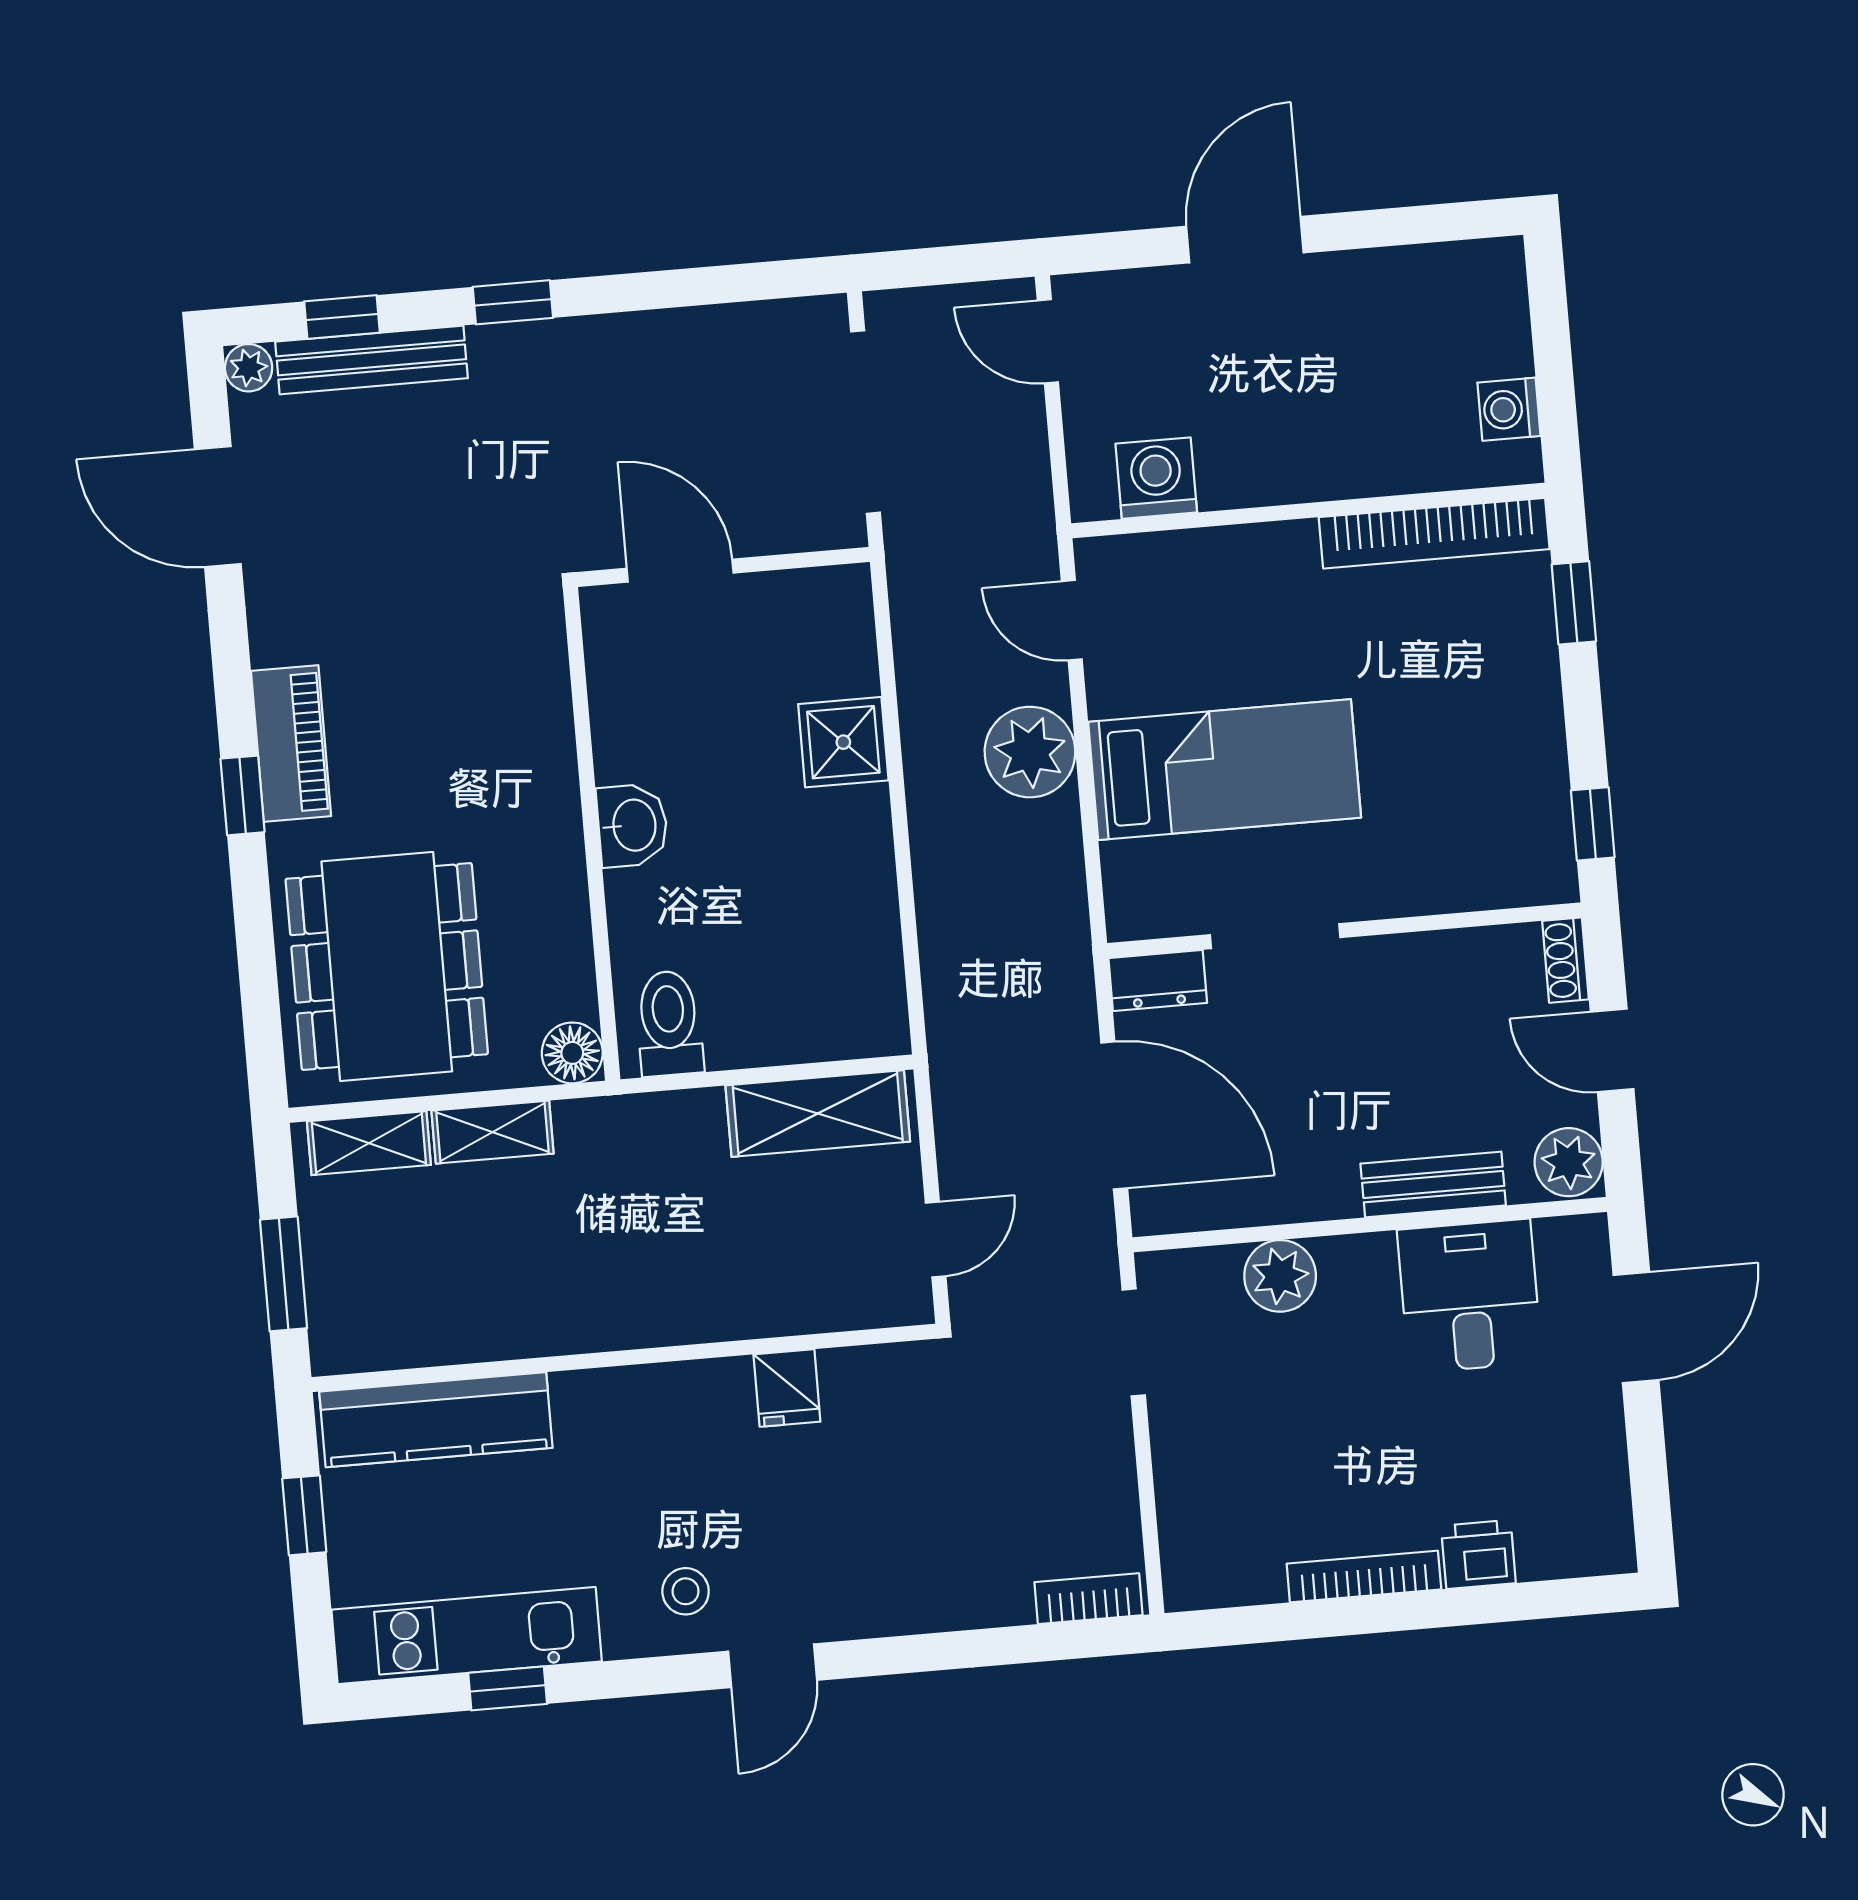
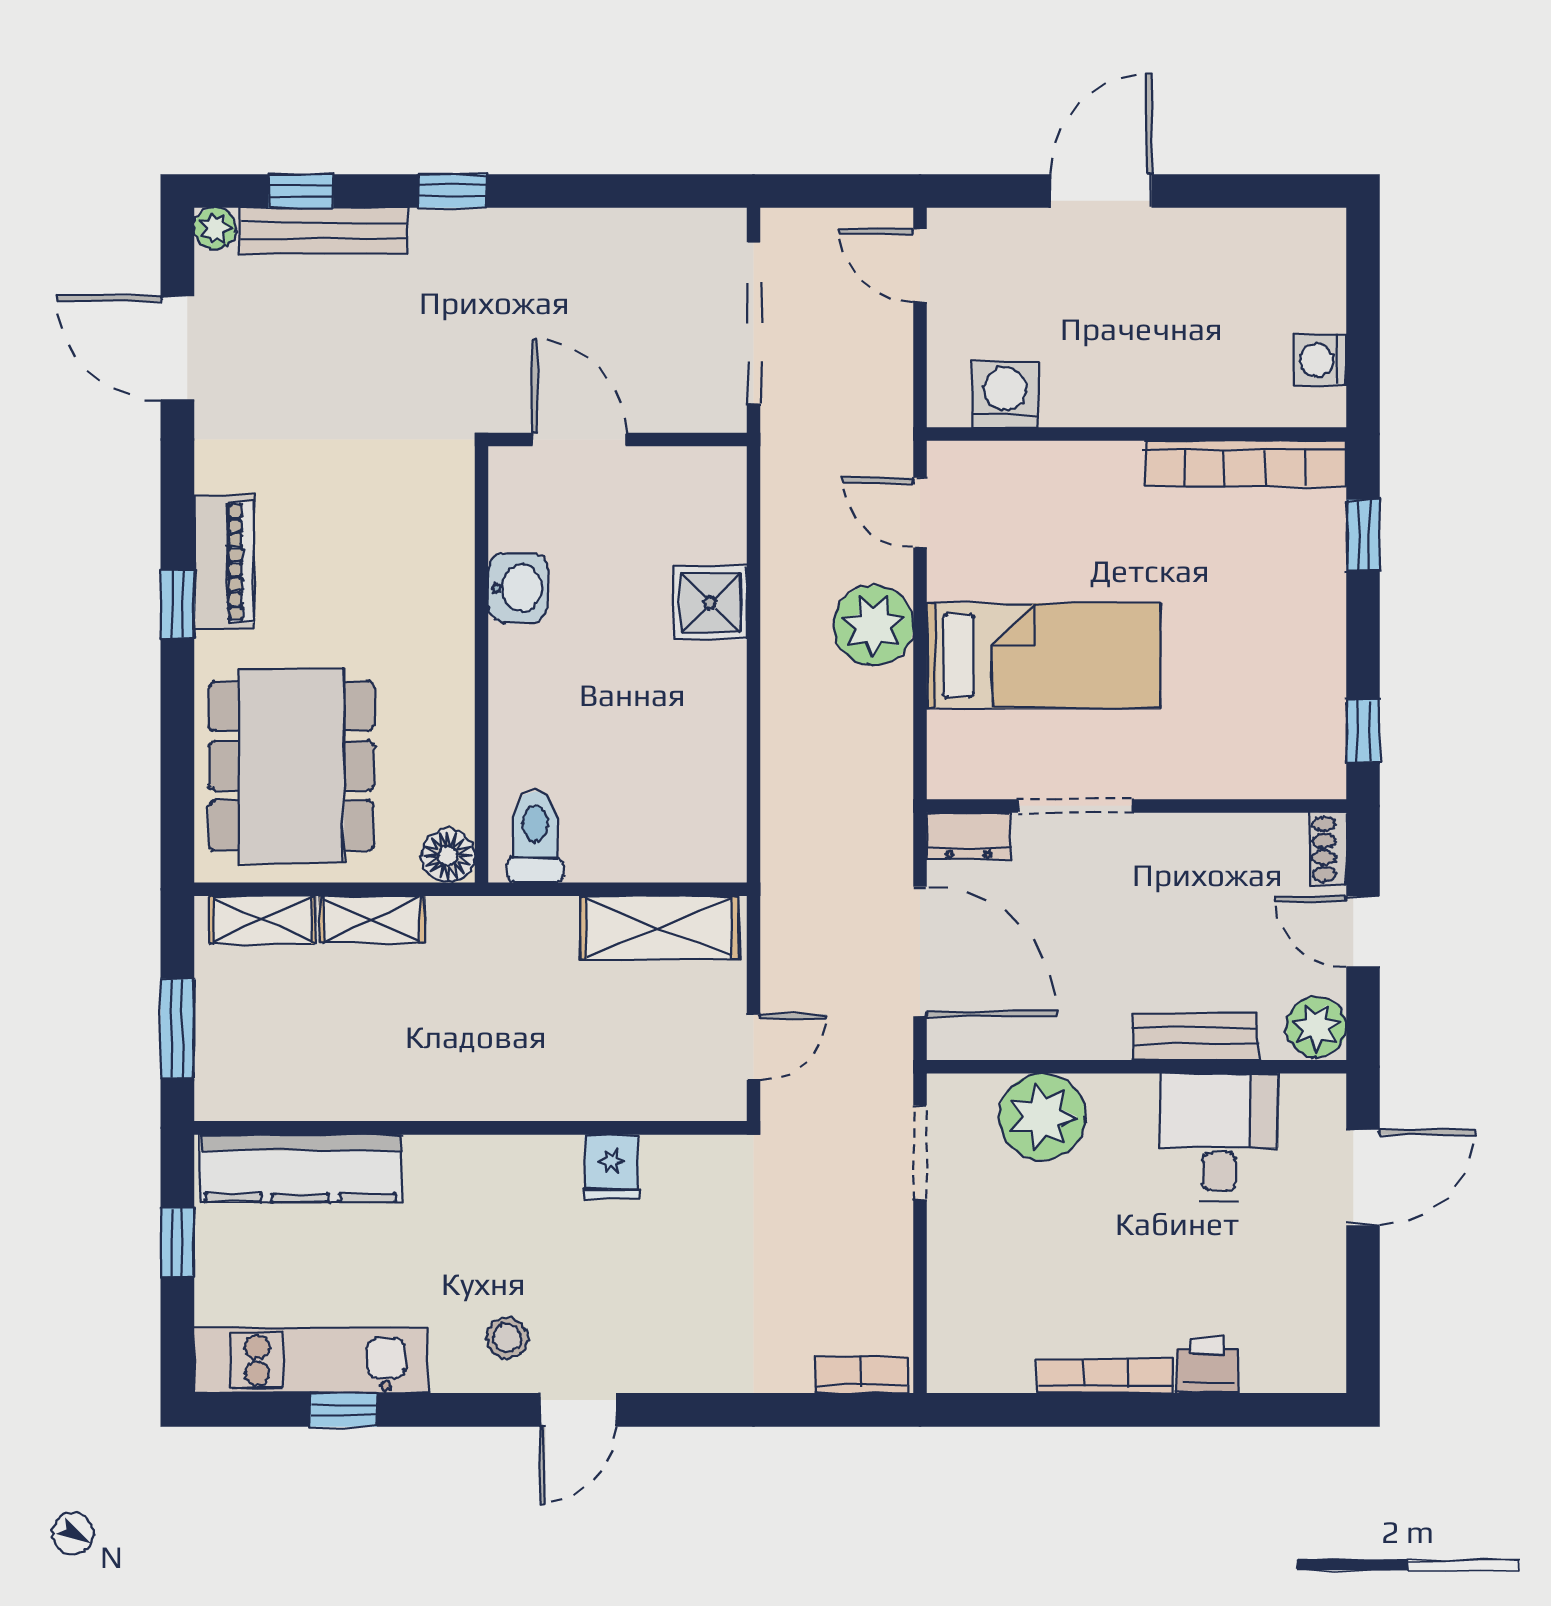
washbasin: (632, 825) -> (518, 588), moved
plant: (1280, 1276) -> (1042, 1117), width x1.36, depth x1.36

